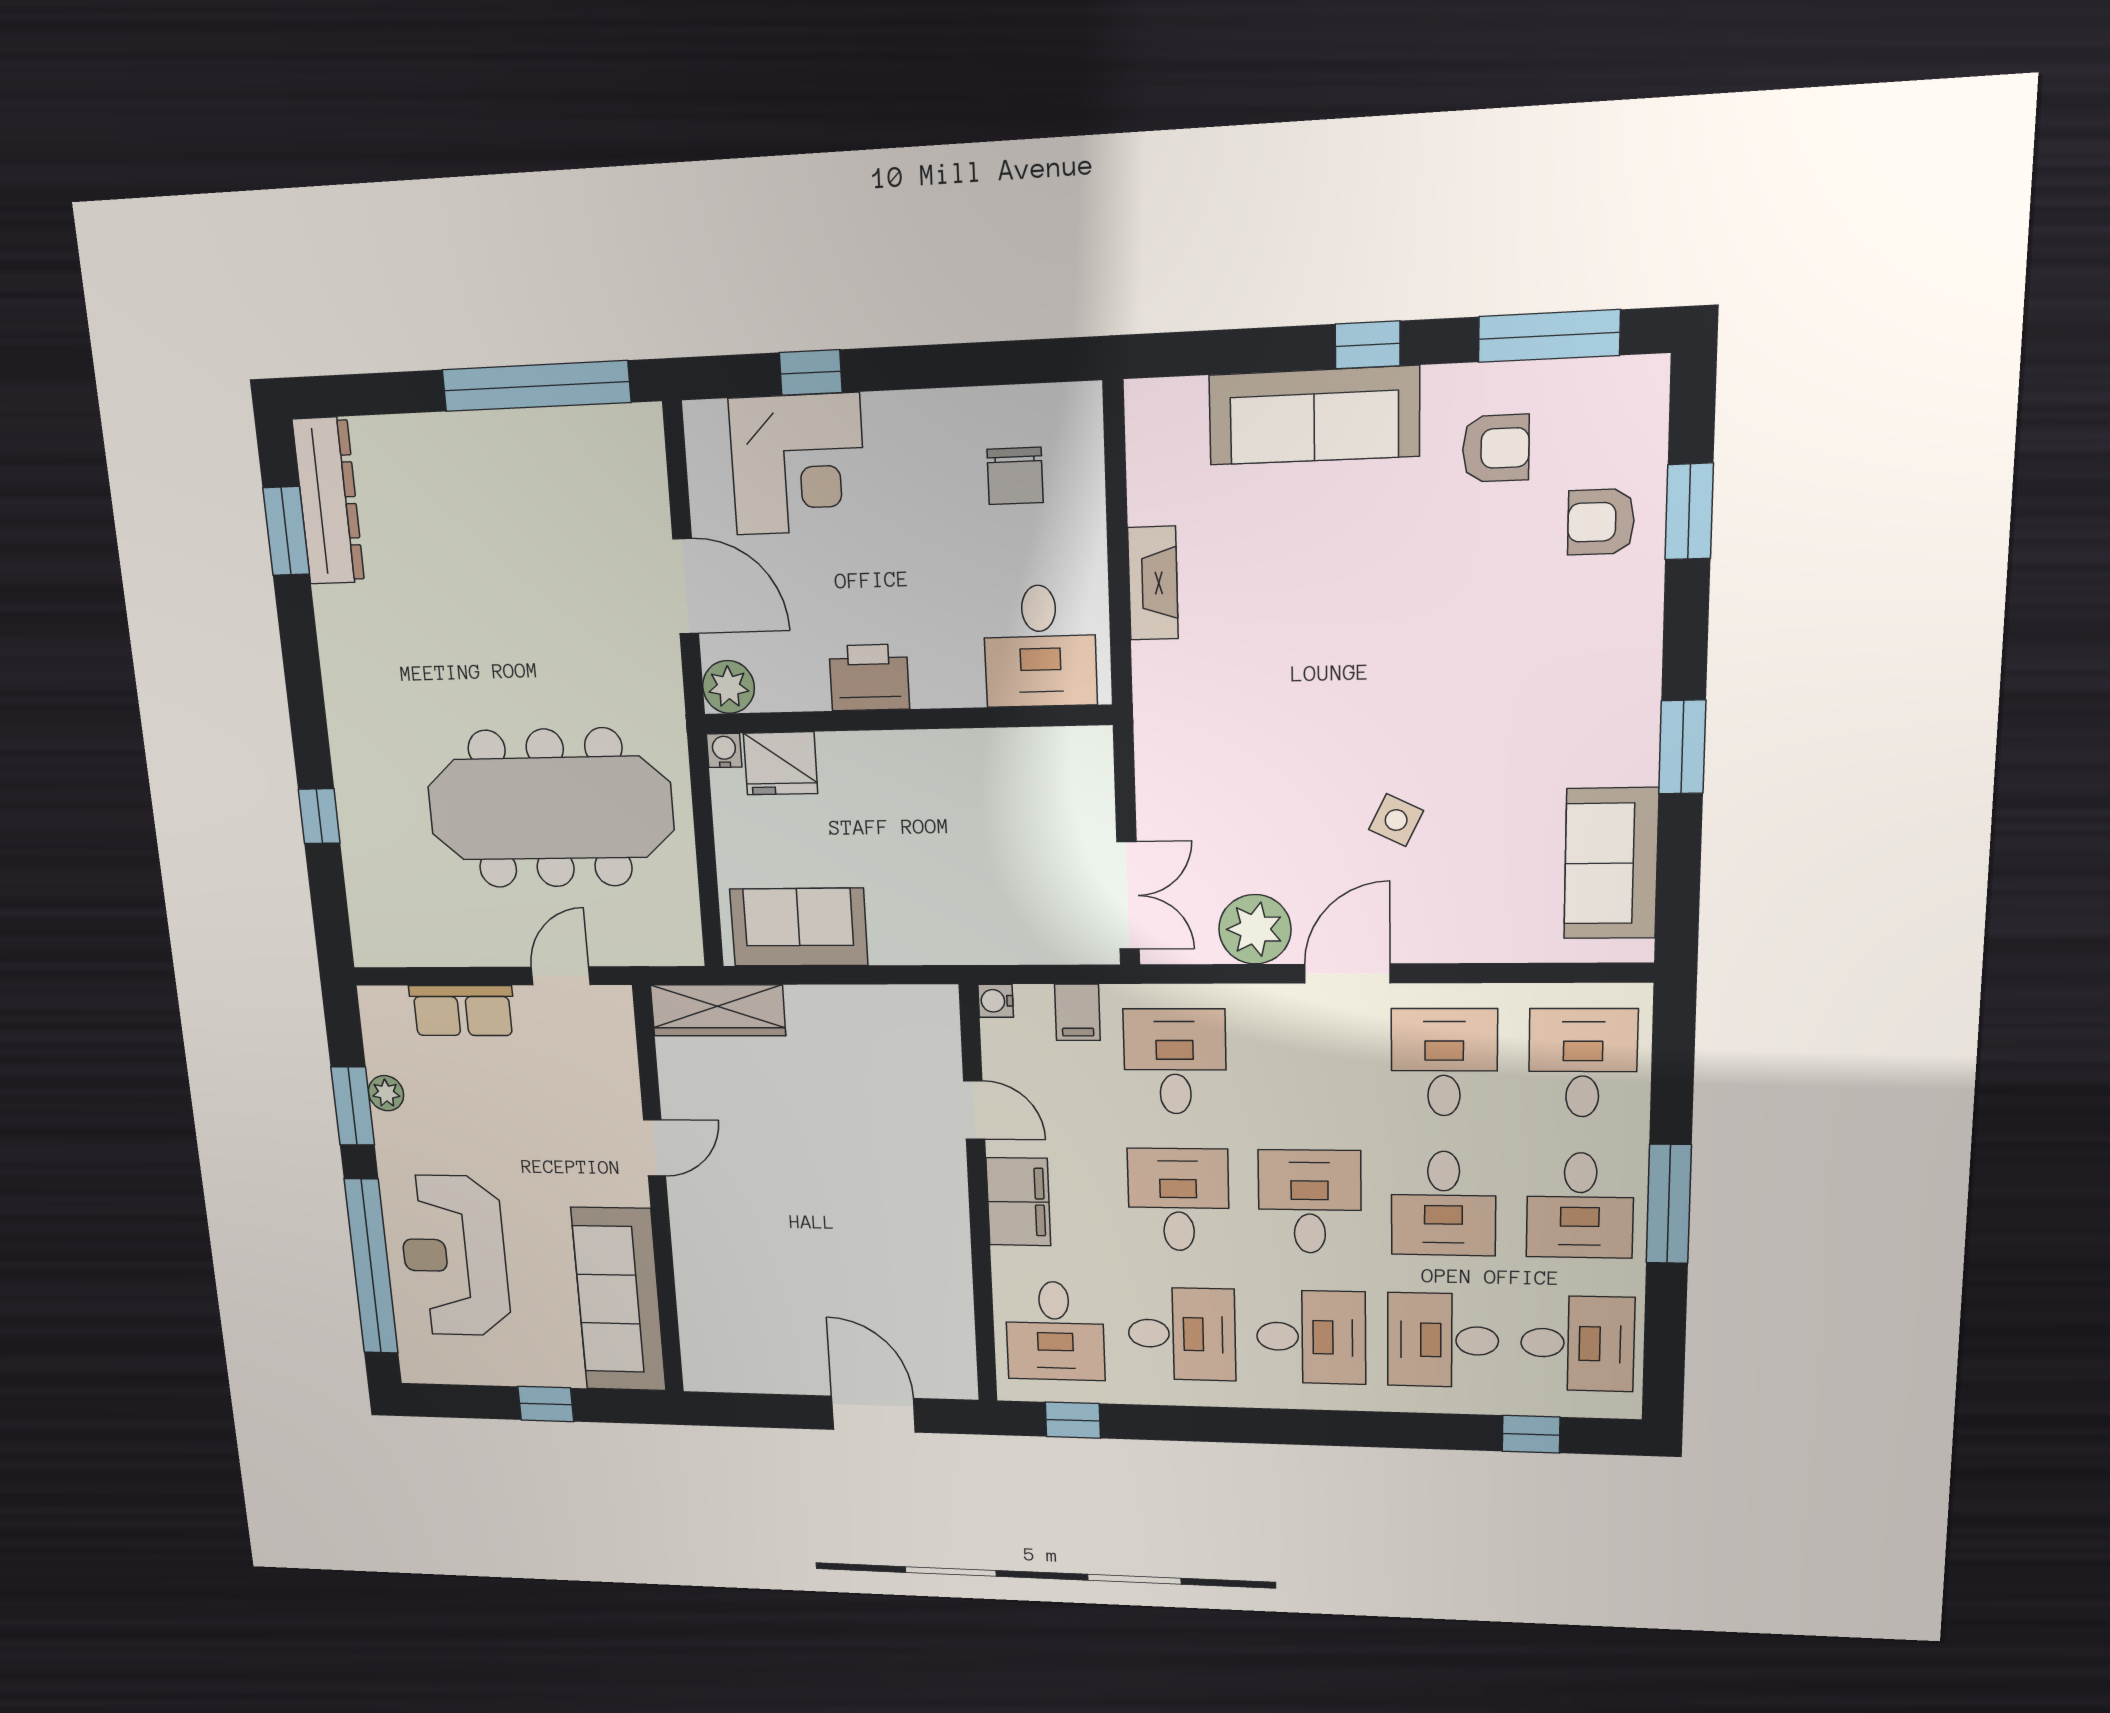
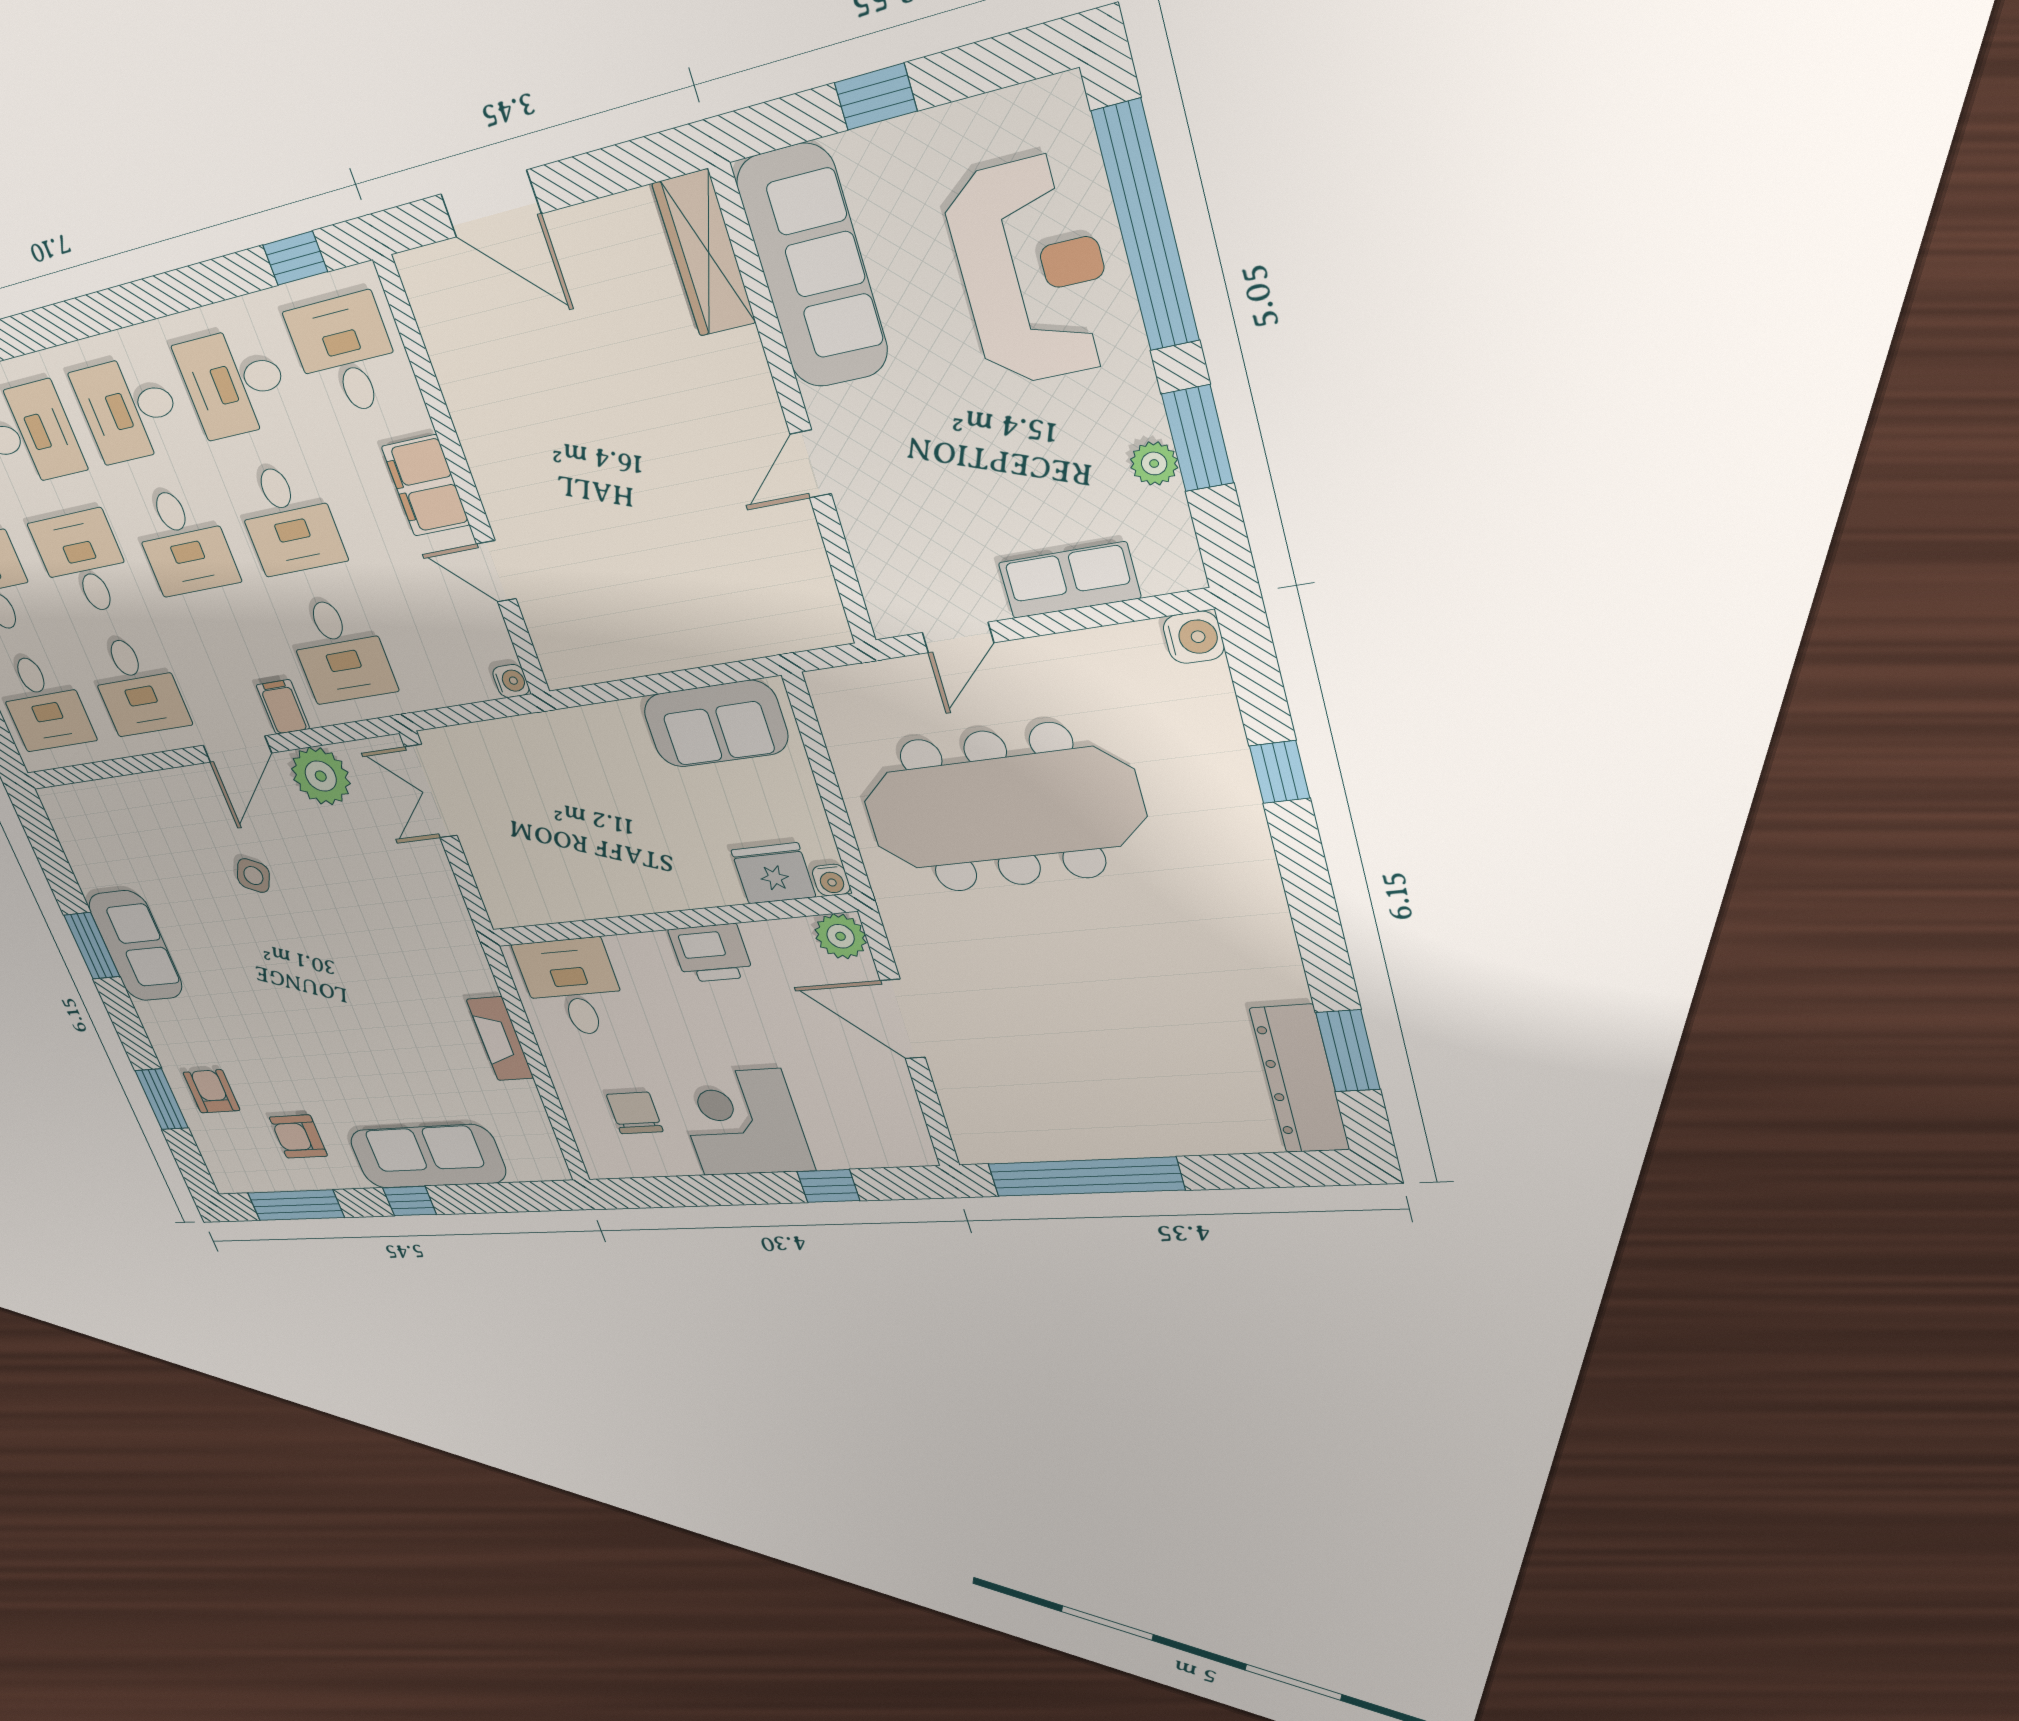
corner desk: (798, 464) -> (742, 1123), moved
armchair: (1601, 522) -> (211, 1091), turned -90
sofa: (1611, 863) -> (135, 946), moved
water cooler: (373, 946) -> (1194, 637), added
wardrobe: (718, 1010) -> (704, 253), moved, turned -90
filing cabinet: (1077, 1012) -> (283, 707), moved

